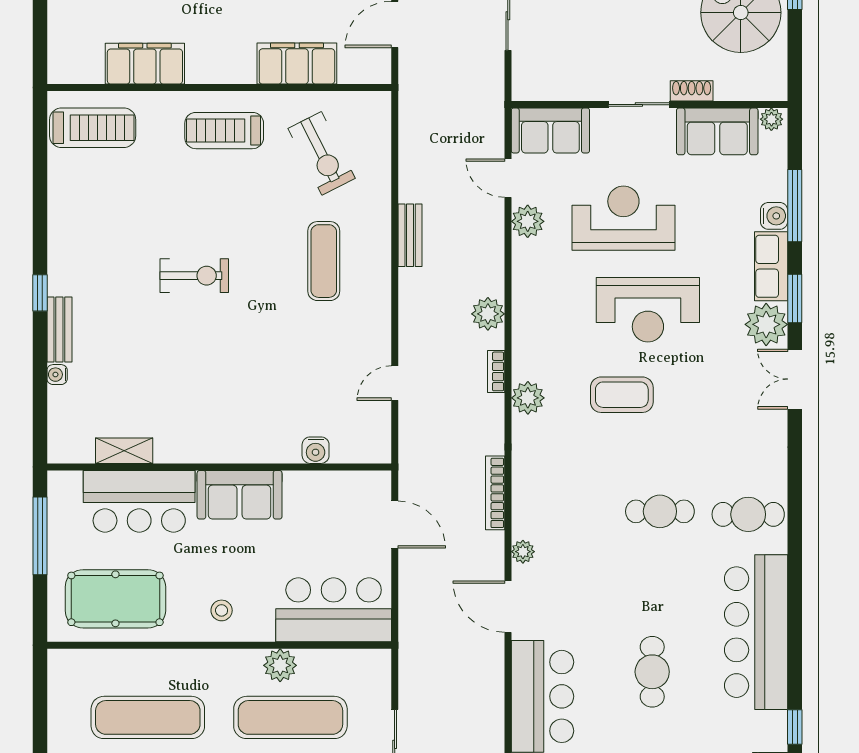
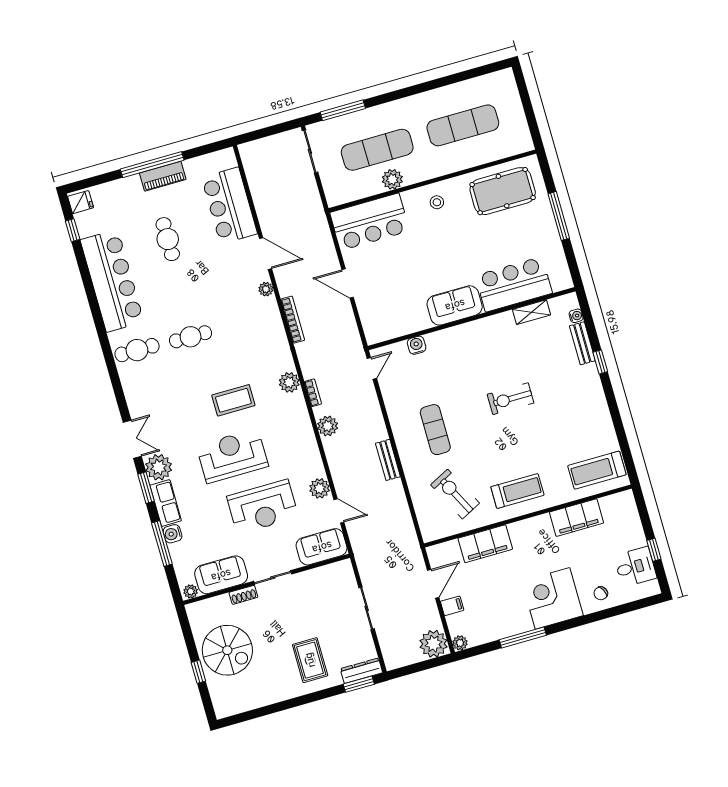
water cooler: (316, 450) -> (417, 345), moved
shelving: (124, 451) -> (531, 312), moved
wall: (219, 467) -> (472, 319), moved
sofa: (240, 495) -> (455, 305), moved
bar counter: (139, 501) -> (514, 284), moved

